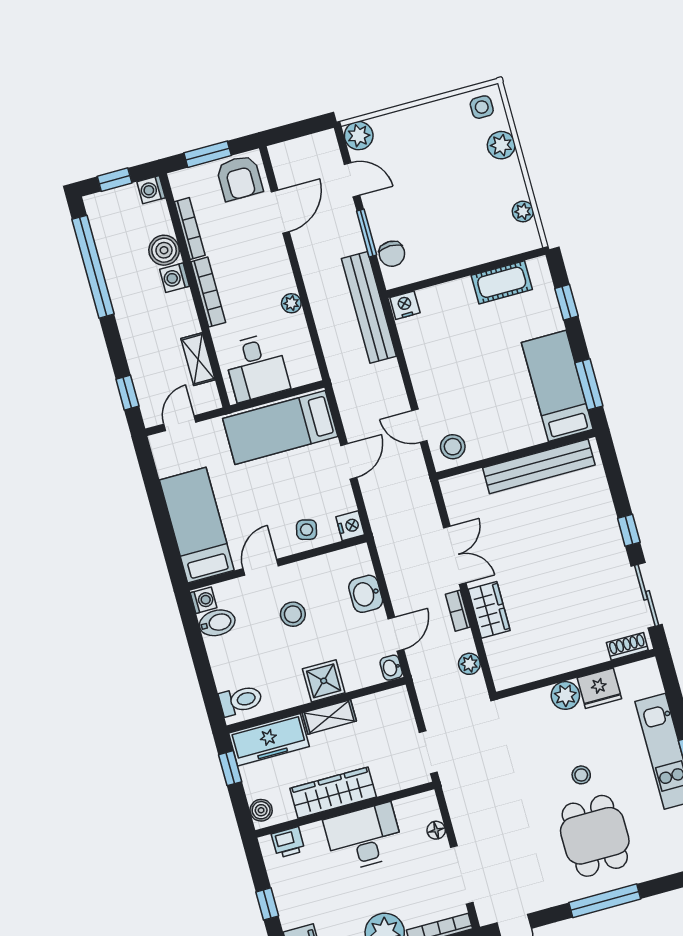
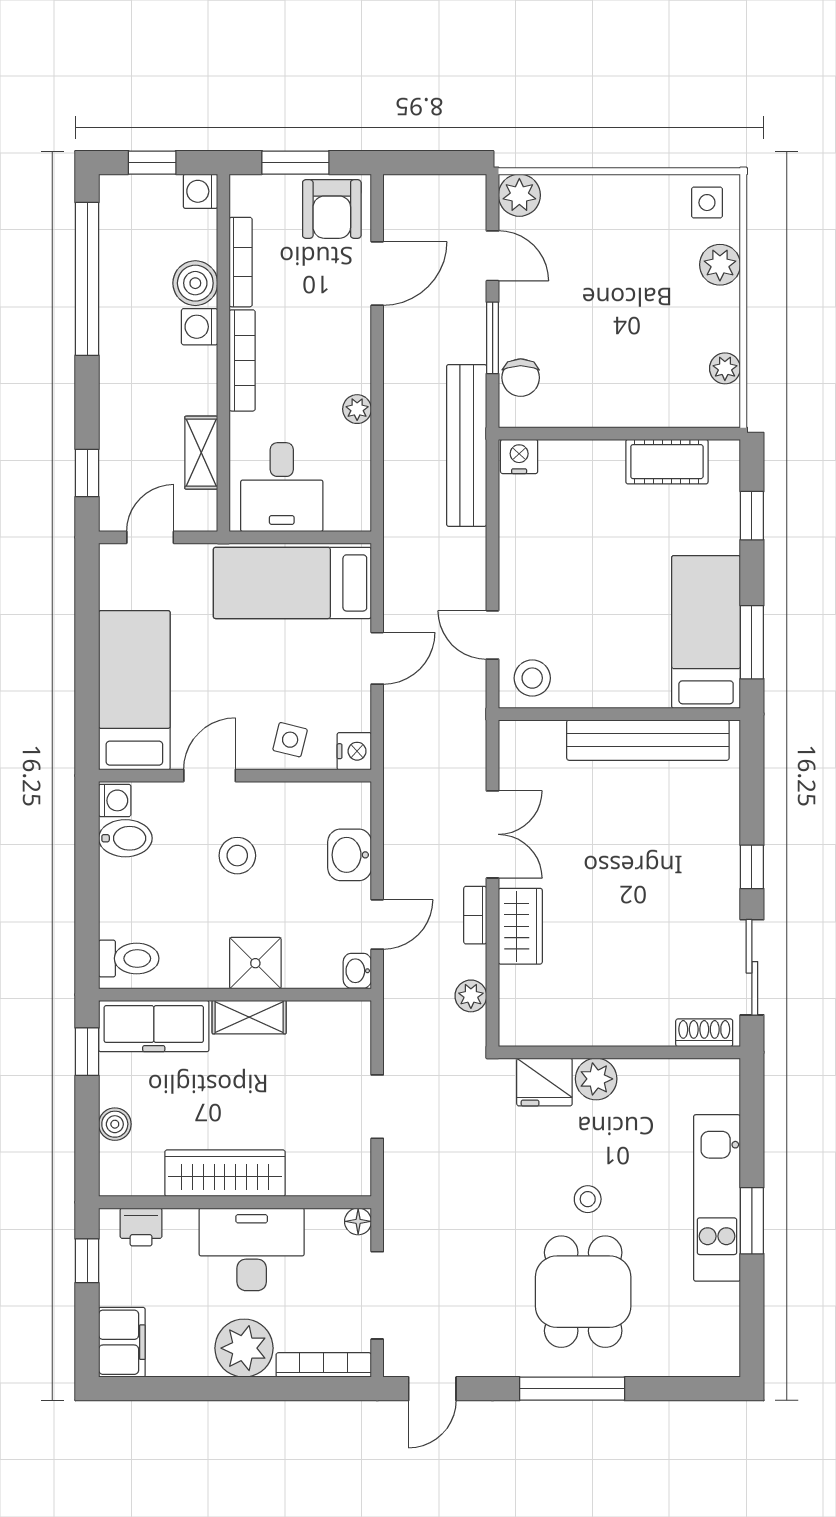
fridge: (599, 688) -> (544, 1082), moved
wardrobe: (333, 793) -> (225, 1173), moved
wall: (345, 810) -> (235, 1202), moved
desk: (364, 837) -> (252, 1249), moved
printer: (288, 842) -> (141, 1227), moved

